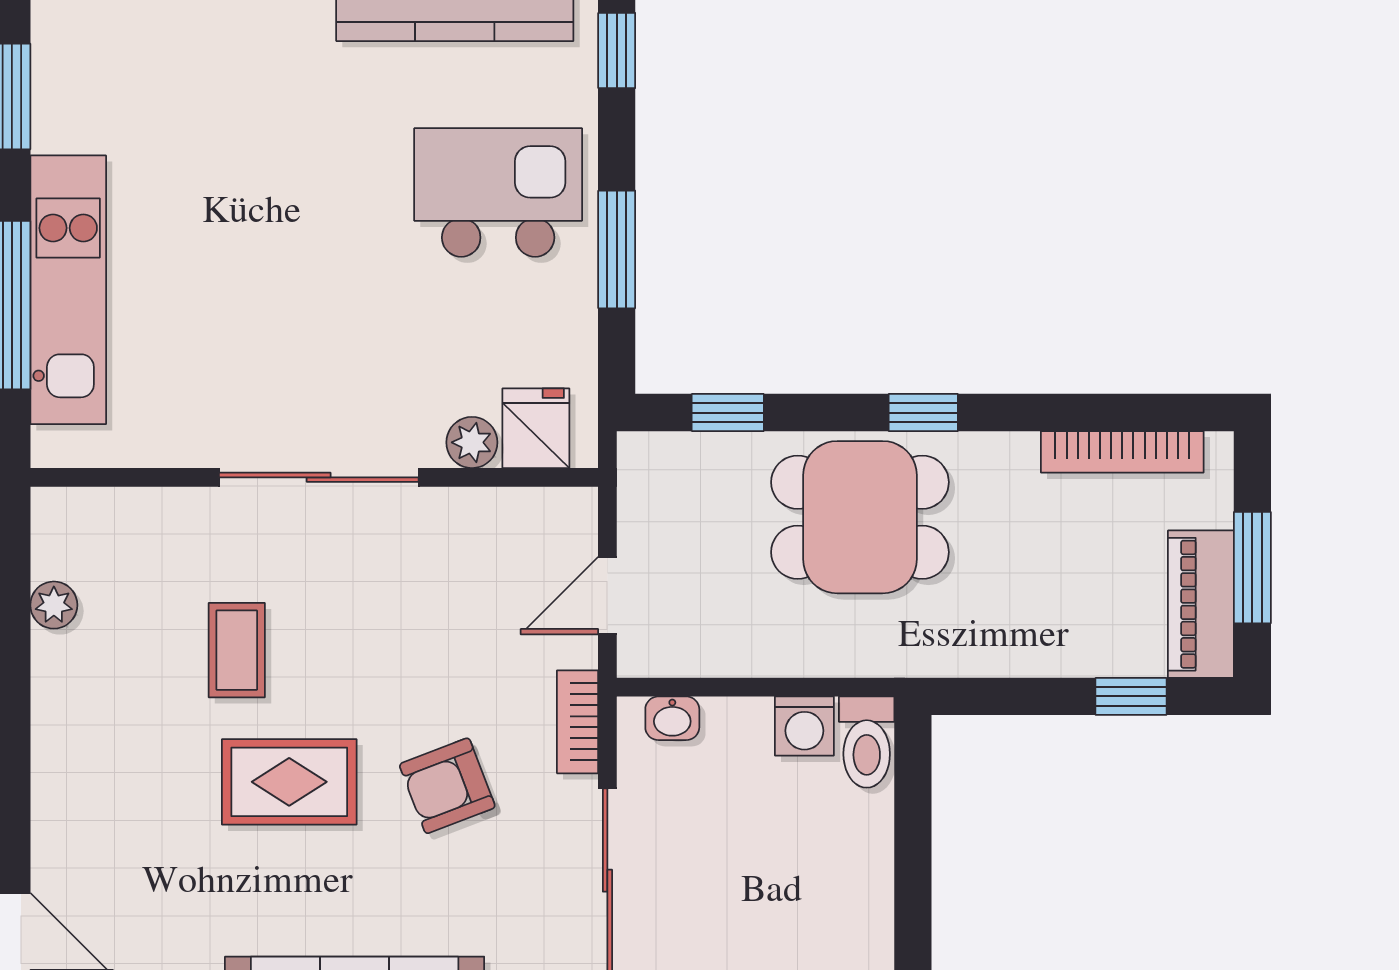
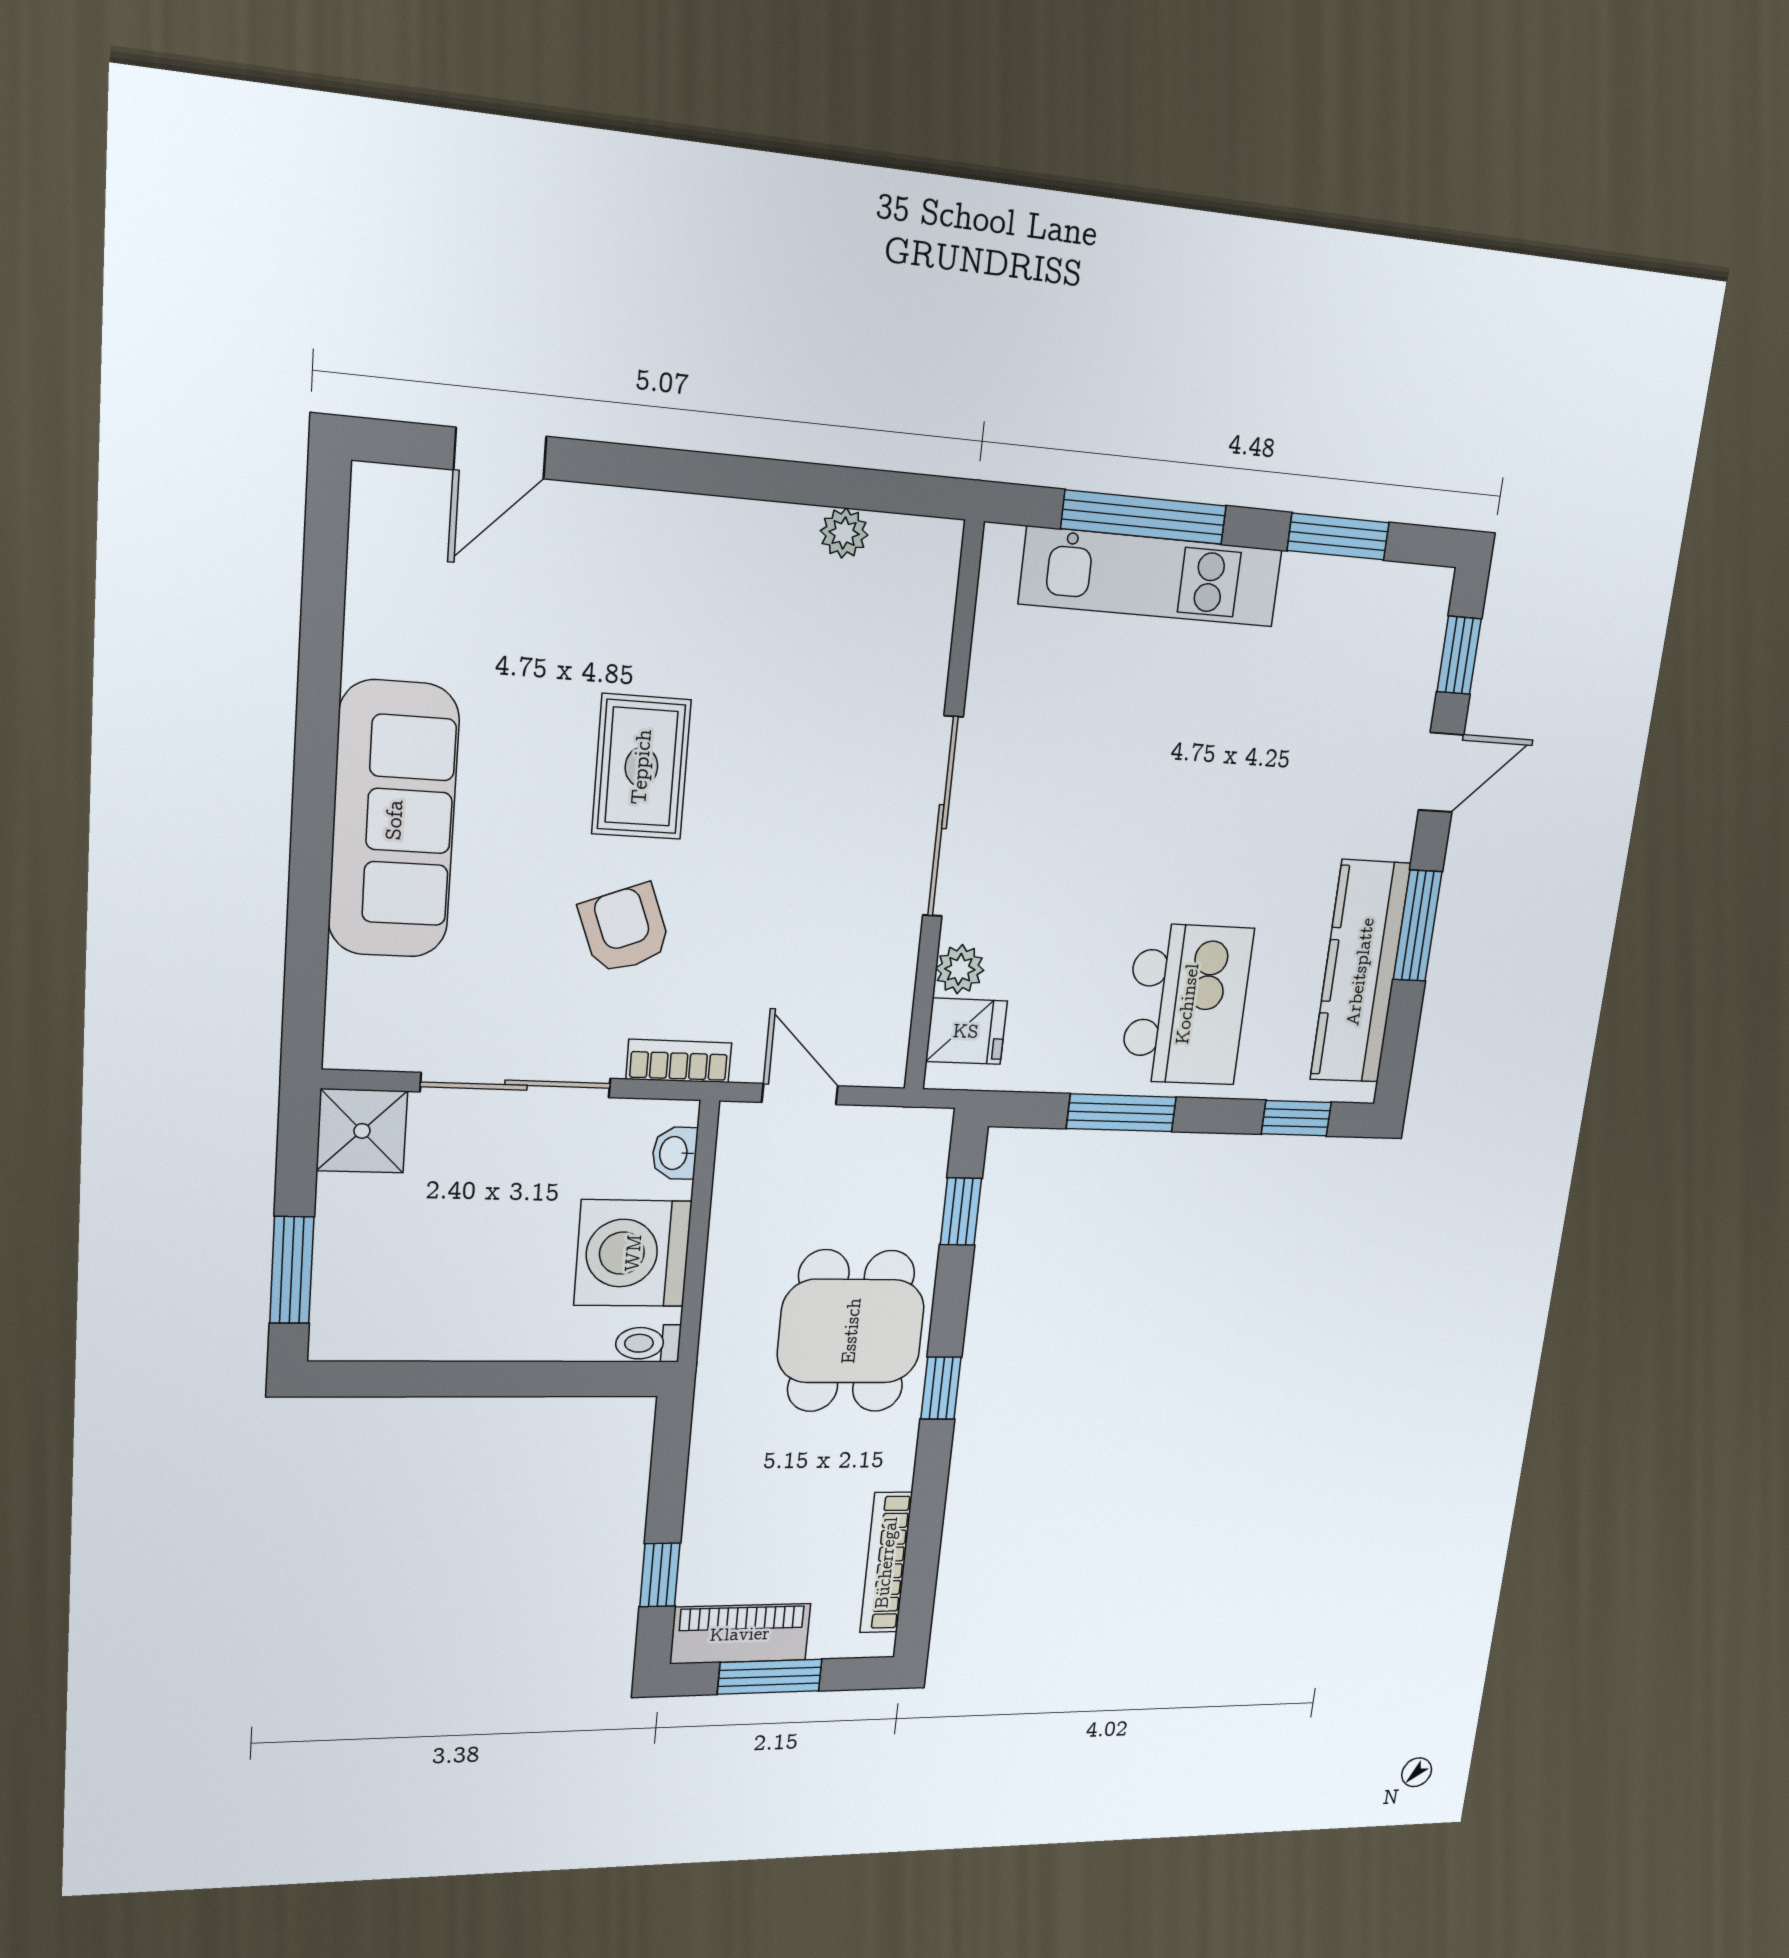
coffee table: (237, 650) -> (781, 722), removed
washing machine: (804, 726) -> (633, 1253), width x1.89, depth x1.89
toilet: (867, 742) -> (648, 1343), width x0.73, depth x0.72

